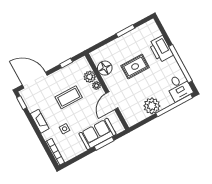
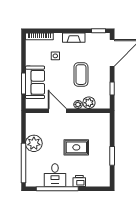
printer: (161, 49) -> (79, 181), width x0.53, depth x0.68
rug: (135, 67) -> (76, 147), turned 90
floor lamp: (105, 68) -> (89, 120), removed
desk: (179, 87) -> (55, 175), moved, turned -90

